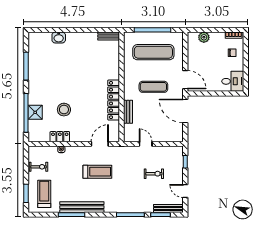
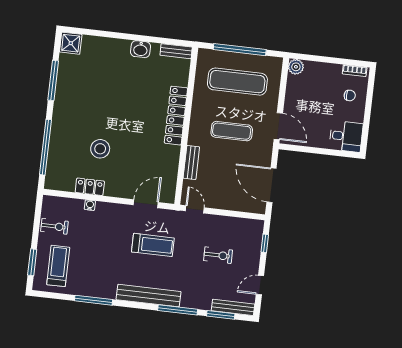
plant: (204, 37) -> (296, 67), moved
washbasin: (59, 38) -> (141, 49), moved
locker: (114, 100) -> (176, 116), moved
door: (185, 111) -> (271, 185), moved
shower: (35, 112) -> (71, 43), moved
door: (146, 144) -> (195, 209), moved
treadmill: (97, 172) -> (153, 245), moved
door: (185, 191) -> (260, 285), hinge flipped
bench: (82, 207) -> (148, 296), moved

